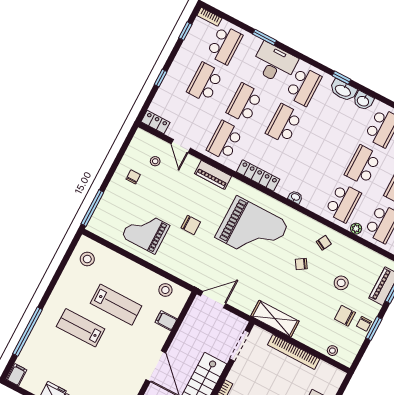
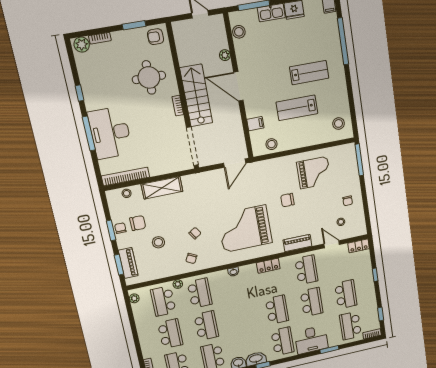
school desk: (304, 86) -> (283, 341), turned 180
locker: (258, 176) -> (268, 266), width x0.66
school desk: (343, 203) -> (200, 293), turned 180
shelving: (275, 319) -> (162, 188), moved
doorway: (240, 346) -> (192, 146), width x1.36
bookcase: (294, 352) -> (126, 176), moved

